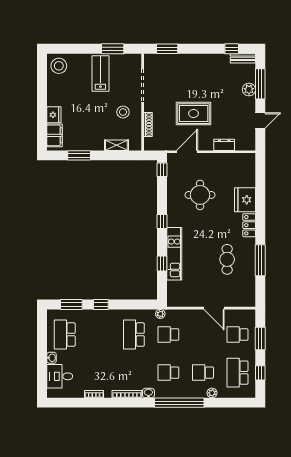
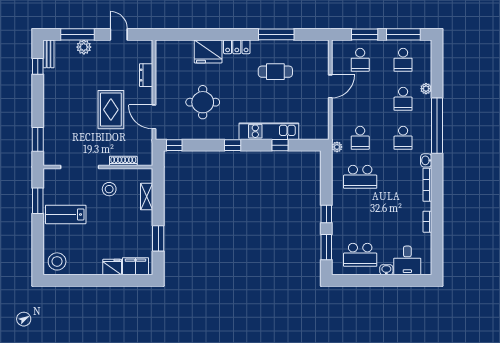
school desk: (238, 373) -> (403, 60), width x0.54
window: (260, 373) -> (403, 34), width x2.17

